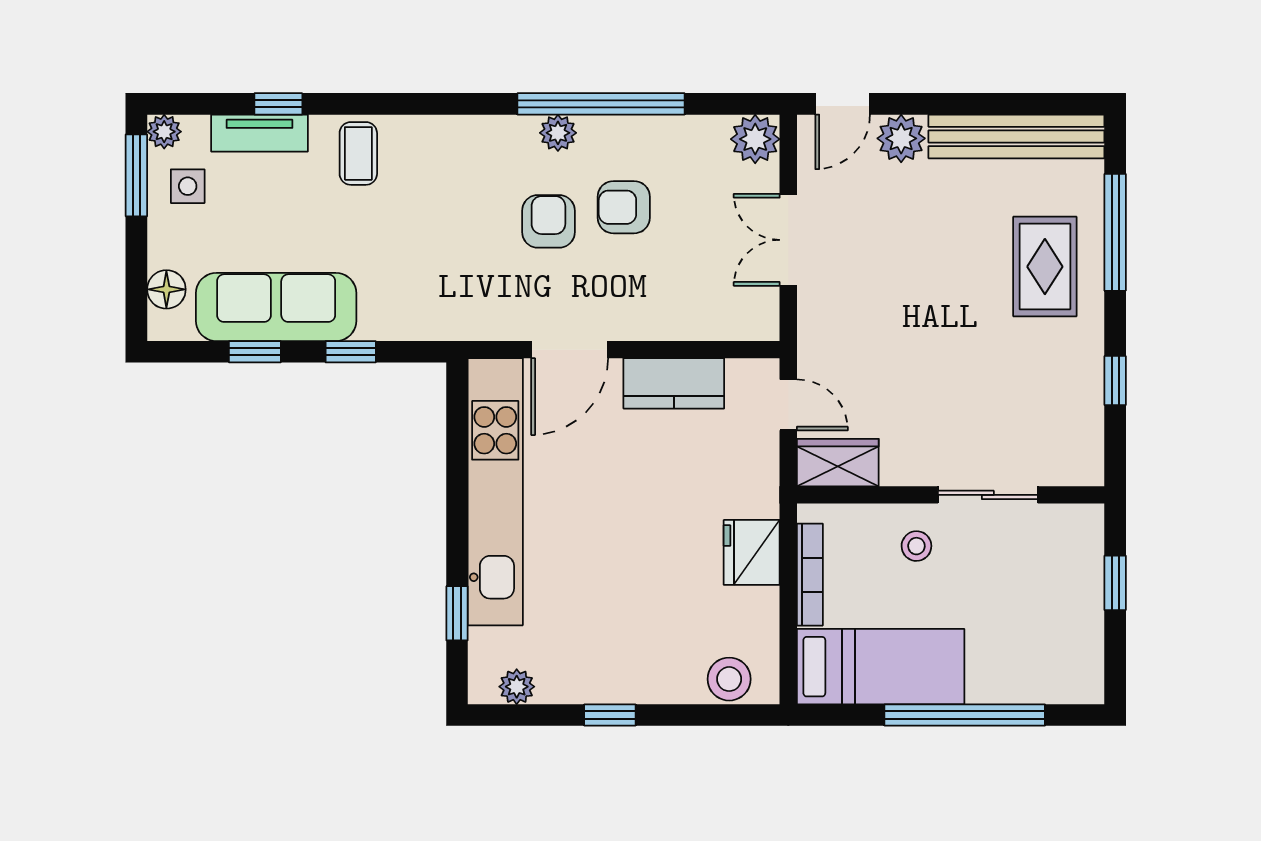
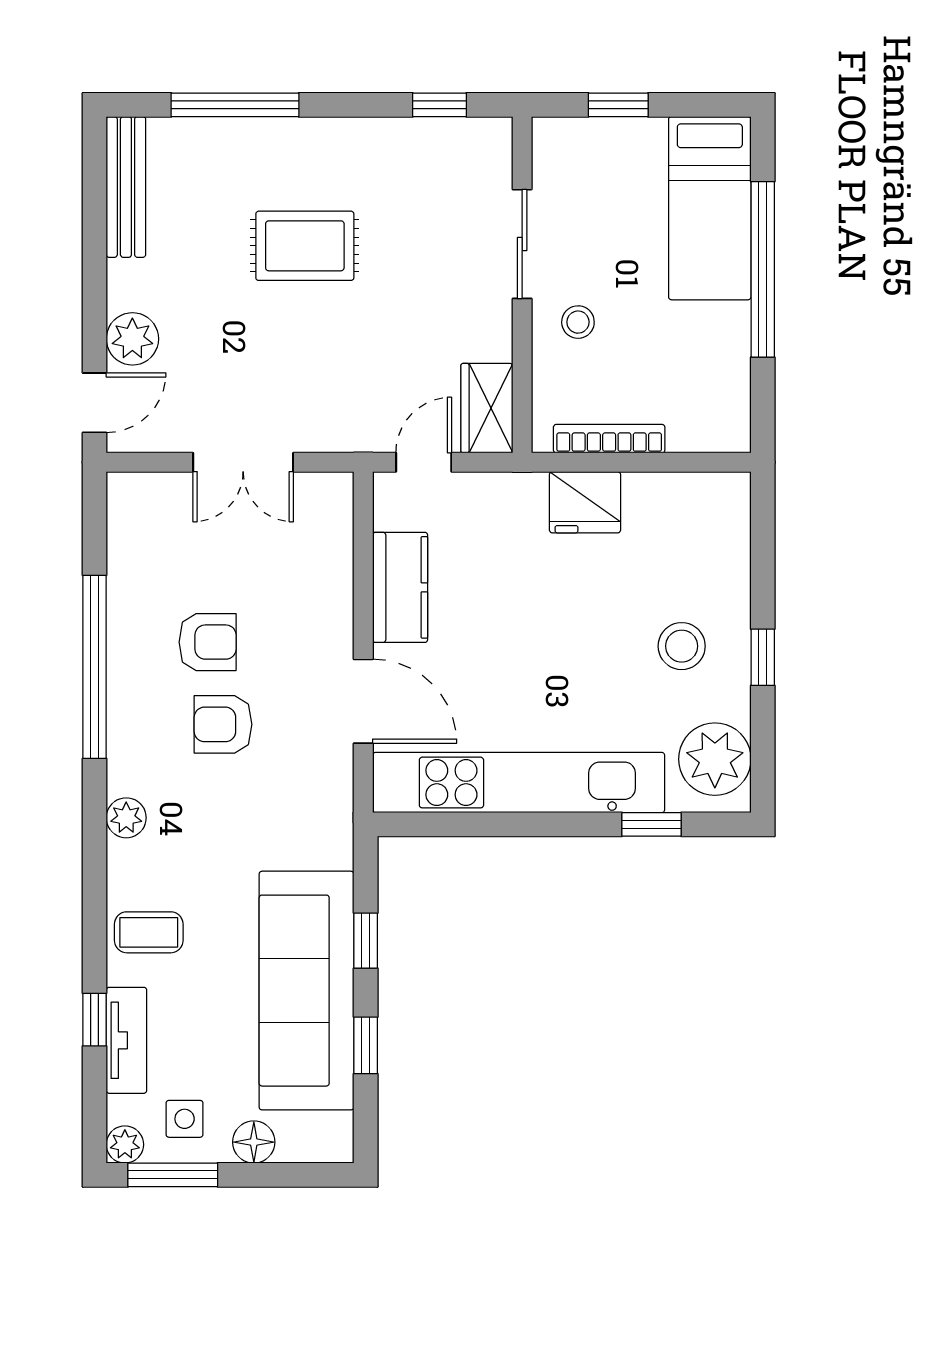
door: (843, 104) -> (95, 403), hinge flipped
plant: (558, 133) -> (126, 818), moved
bench: (1016, 136) -> (126, 187), width x0.73, depth x0.82
plant: (755, 139) -> (133, 498), removed
armchair: (624, 207) -> (208, 642), turned -90
rug: (1045, 267) -> (305, 246), moved
floor lamp: (166, 289) -> (254, 1142), moved
sofa: (276, 307) -> (307, 991), width x1.36, depth x1.27
window: (1115, 381) -> (440, 105), moved
bed: (881, 667) -> (710, 208), moved, turned 180
stool: (729, 679) -> (682, 646), moved
plant: (517, 687) -> (715, 759), width x1.88, depth x1.88

